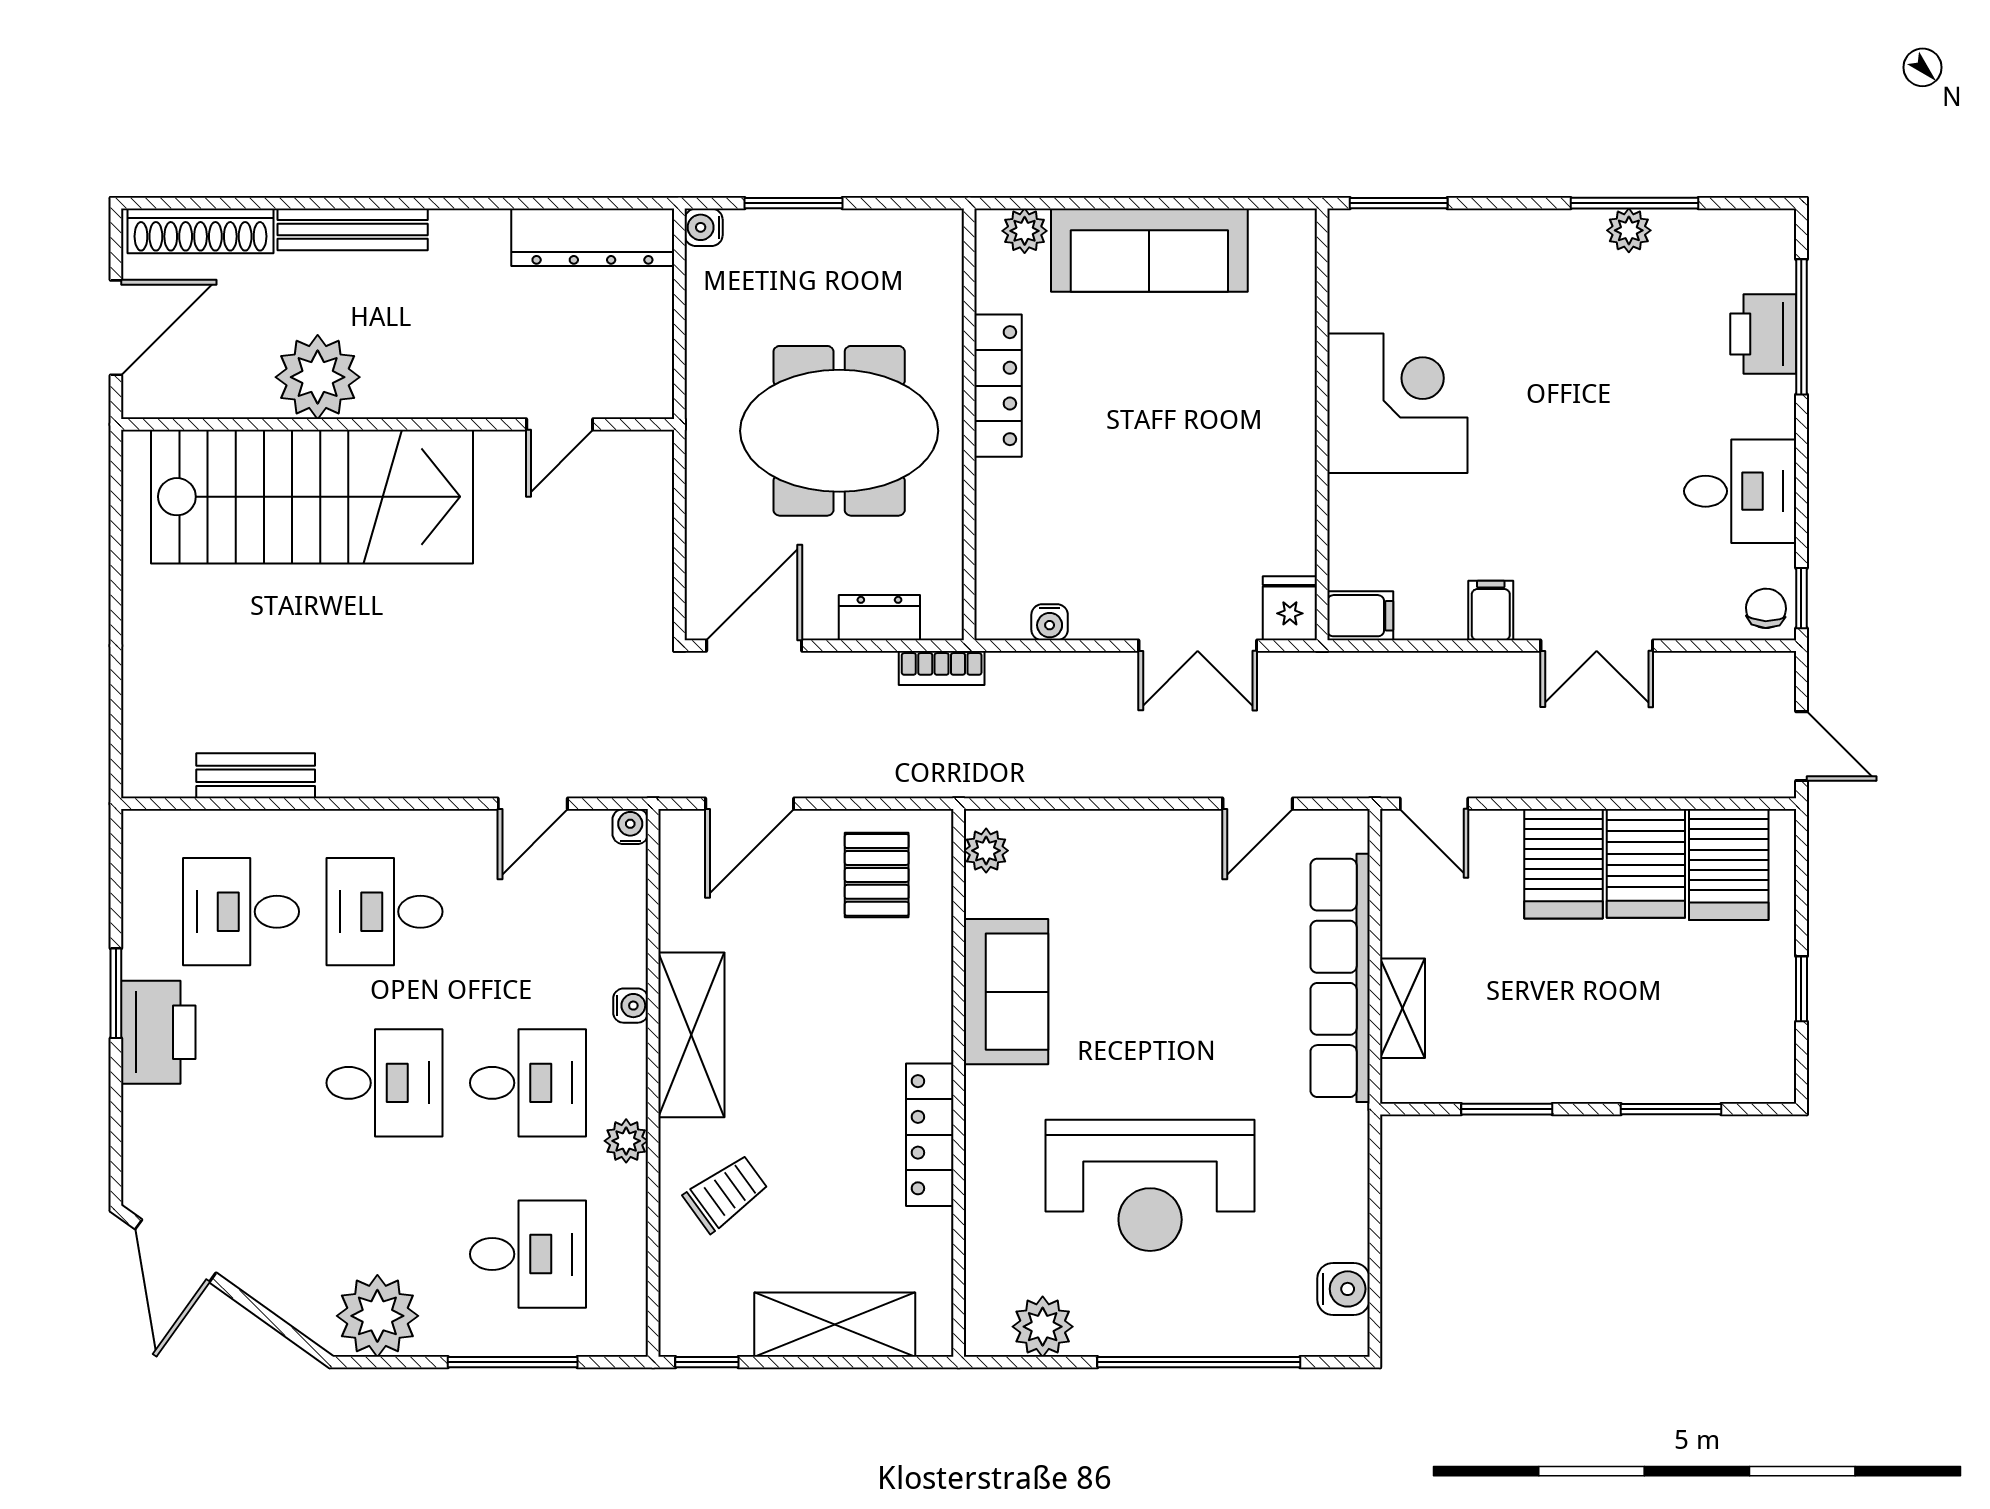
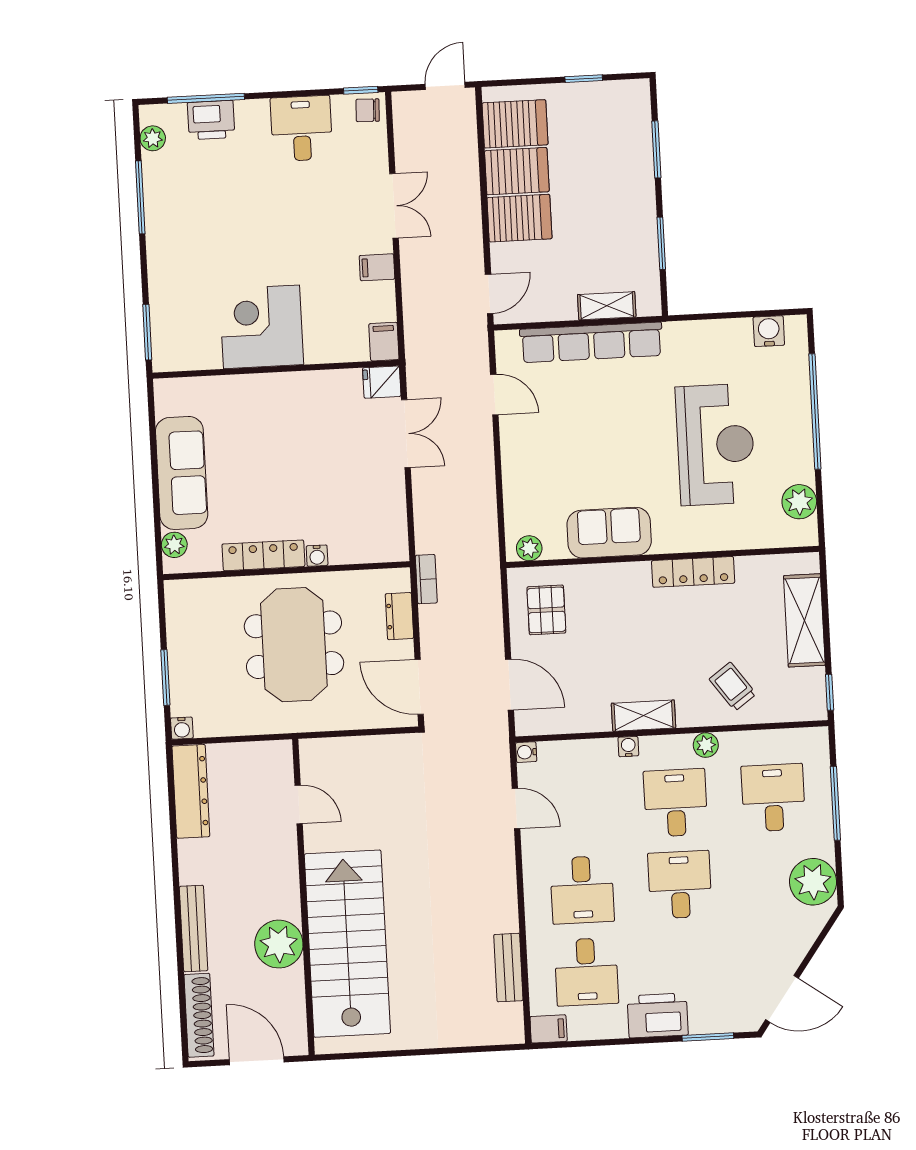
plant: (1629, 230) -> (153, 138), moved
water cooler: (1050, 622) -> (317, 556), moved, turned 90
filing cabinet: (145, 840) -> (549, 1029), added
pallet: (877, 875) -> (546, 610), turned 90
window: (116, 993) -> (708, 1037), moved
shelving: (691, 1035) -> (644, 716), width x0.67, depth x0.75

